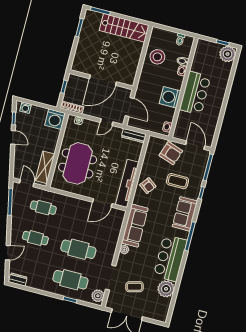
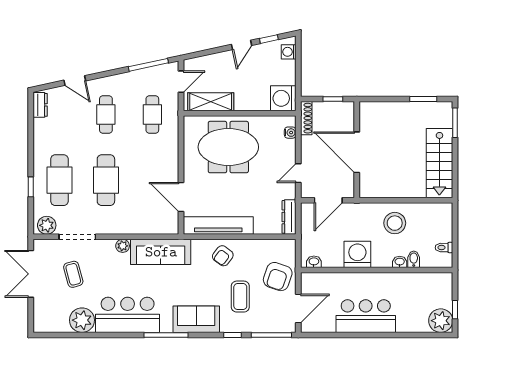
stool: (157, 57) -> (395, 223), moved
bar counter: (195, 93) -> (366, 316), moved, turned 180
door: (107, 122) -> (298, 173), hinge flipped

